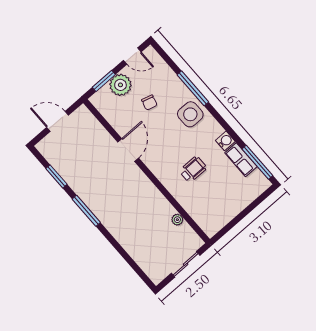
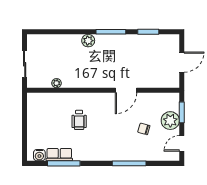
side table: (190, 114) -> (115, 148), removed
water cooler: (225, 141) -> (39, 155), moved
door: (128, 150) -> (126, 90), hinge flipped
window: (257, 162) -> (64, 163), moved
plant: (113, 225) -> (88, 41), added

